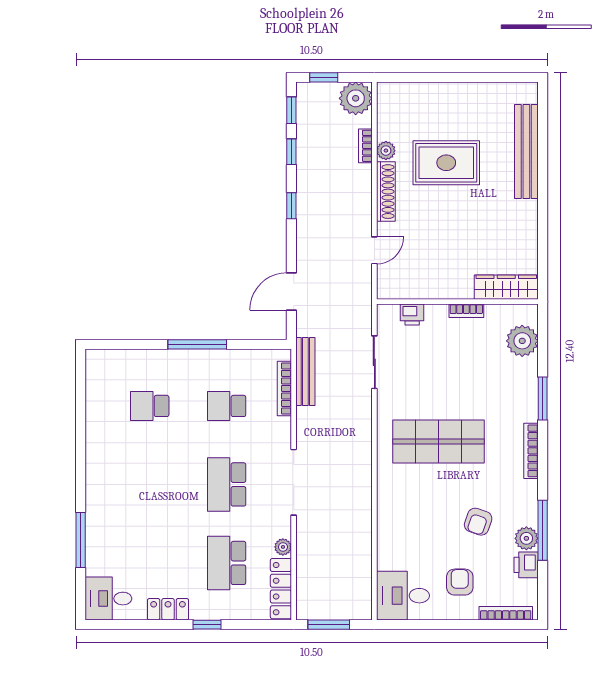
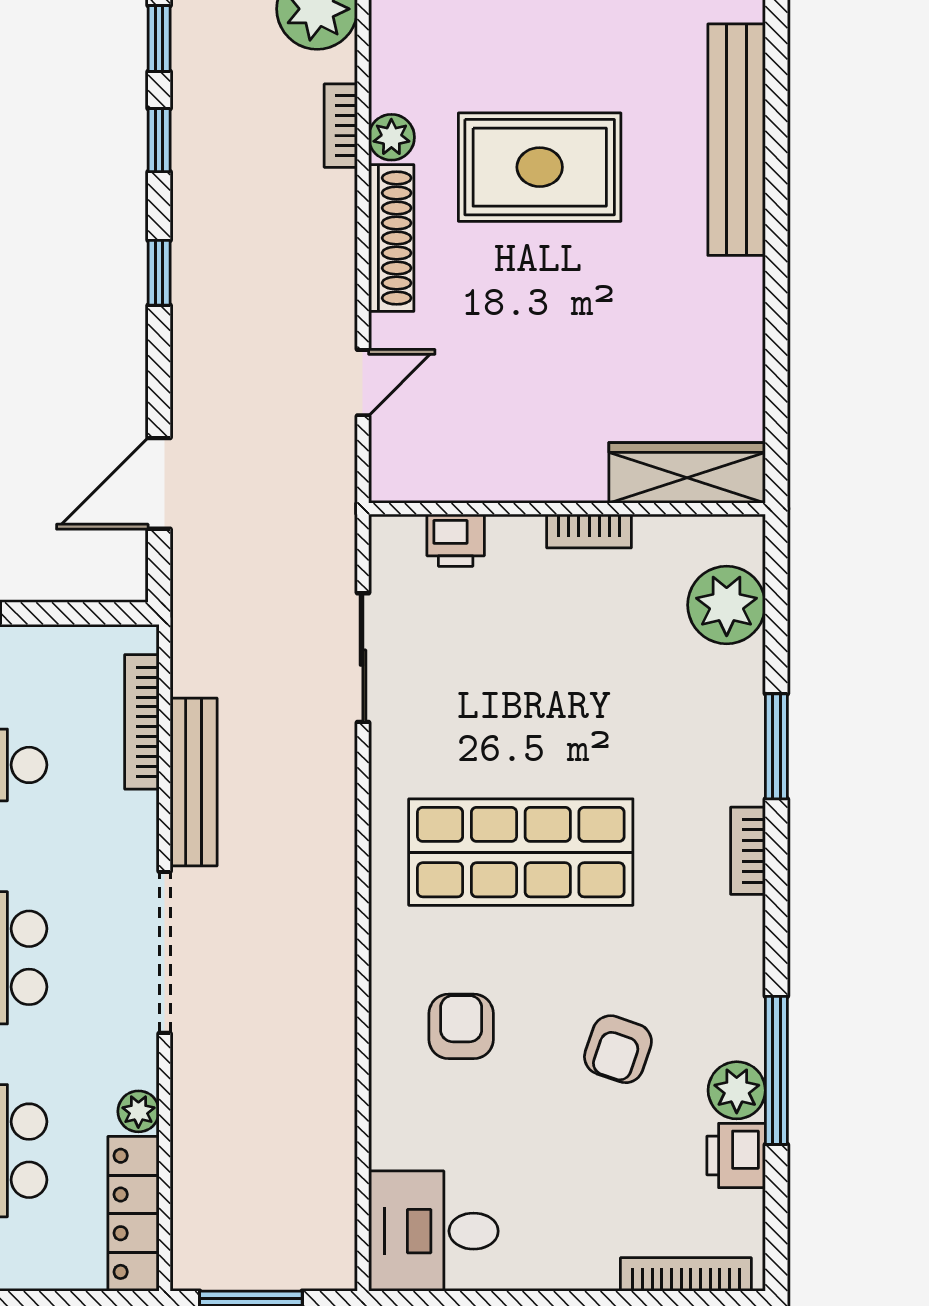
bench: (305, 371) -> (194, 782), moved
bookcase: (531, 451) -> (748, 851), width x0.64
armchair: (460, 582) -> (461, 1026), moved

